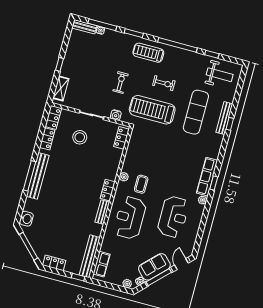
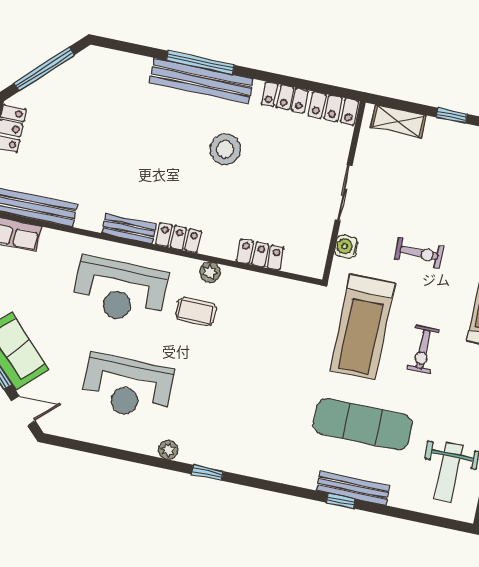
treadmill: (152, 110) -> (362, 327), turned 180
stool: (80, 137) -> (225, 149), moved
locker: (121, 138) -> (260, 254), moved
row of seats: (207, 177) -> (221, 457), removed
reception desk: (130, 218) -> (120, 291), turned 180
washbasin: (26, 219) -> (105, 61), removed

